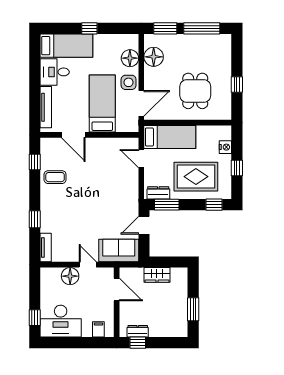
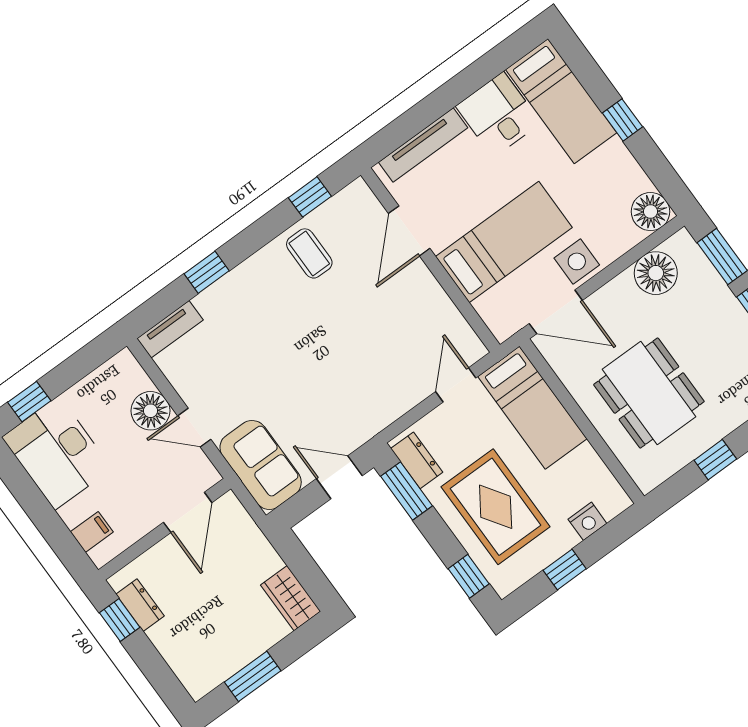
floor lamp: (130, 58) -> (651, 212), moved
dining table: (195, 91) -> (649, 393), width x1.38
door: (88, 265) -> (194, 428), swing flipped
wardrobe: (157, 275) -> (291, 598), moved

